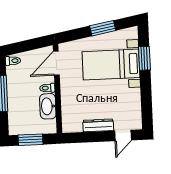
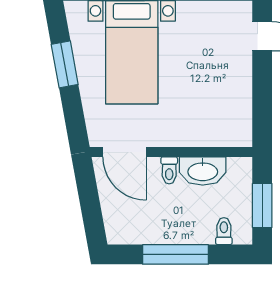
toilet: (13, 61) -> (224, 231), moved
dresser: (98, 125) -> (242, 81), removed

